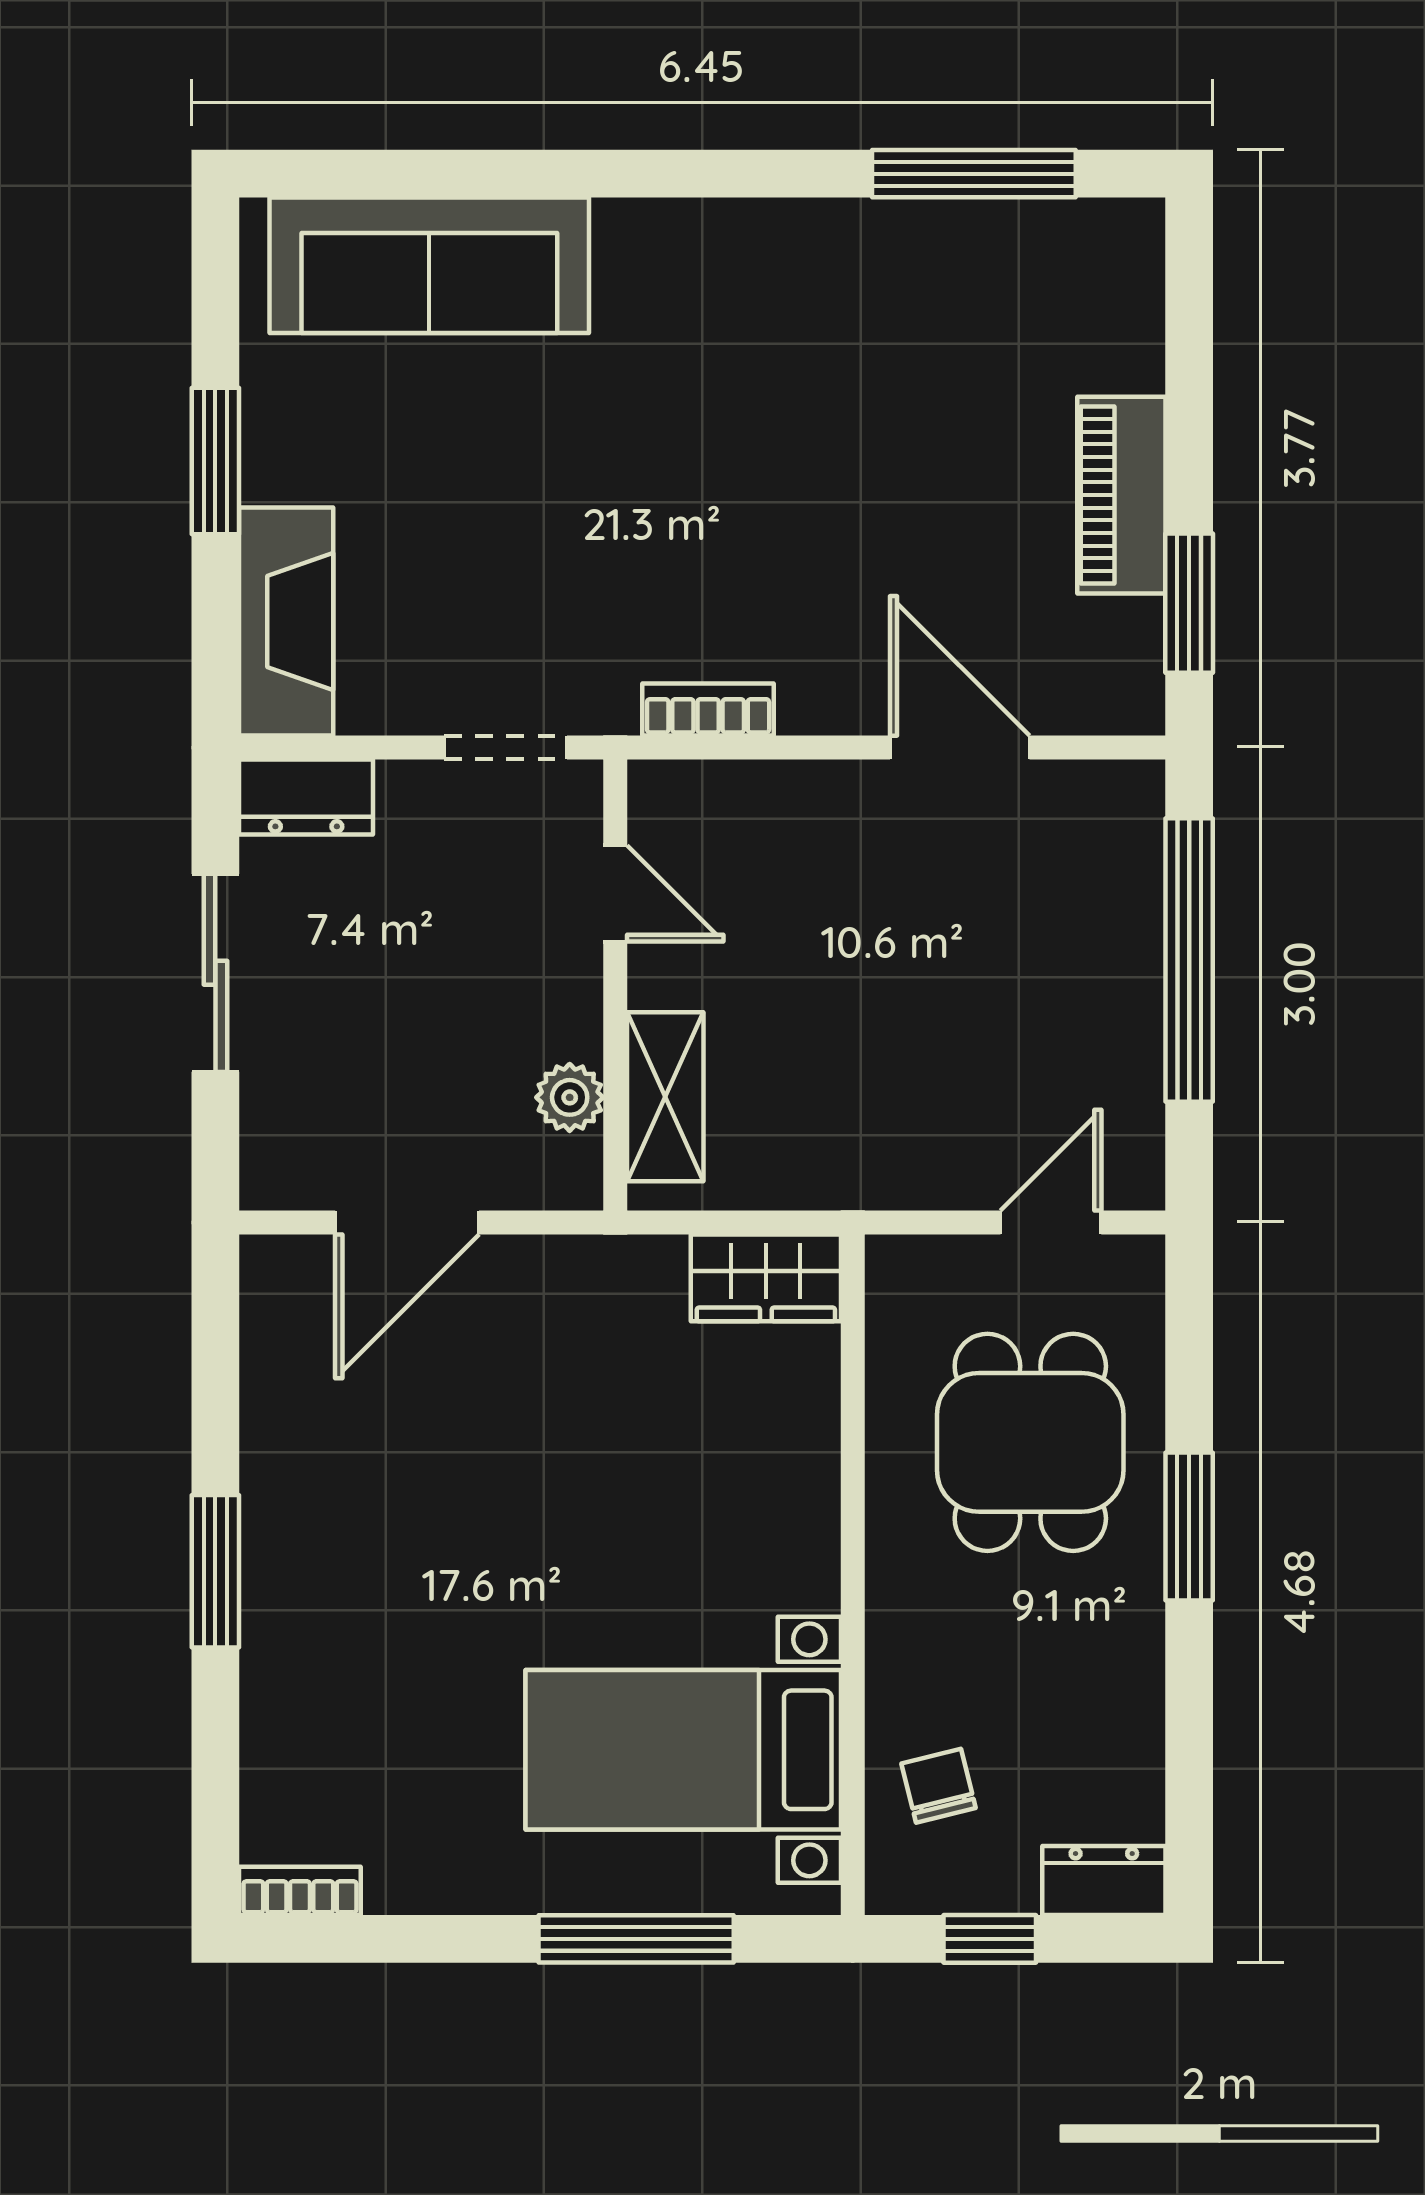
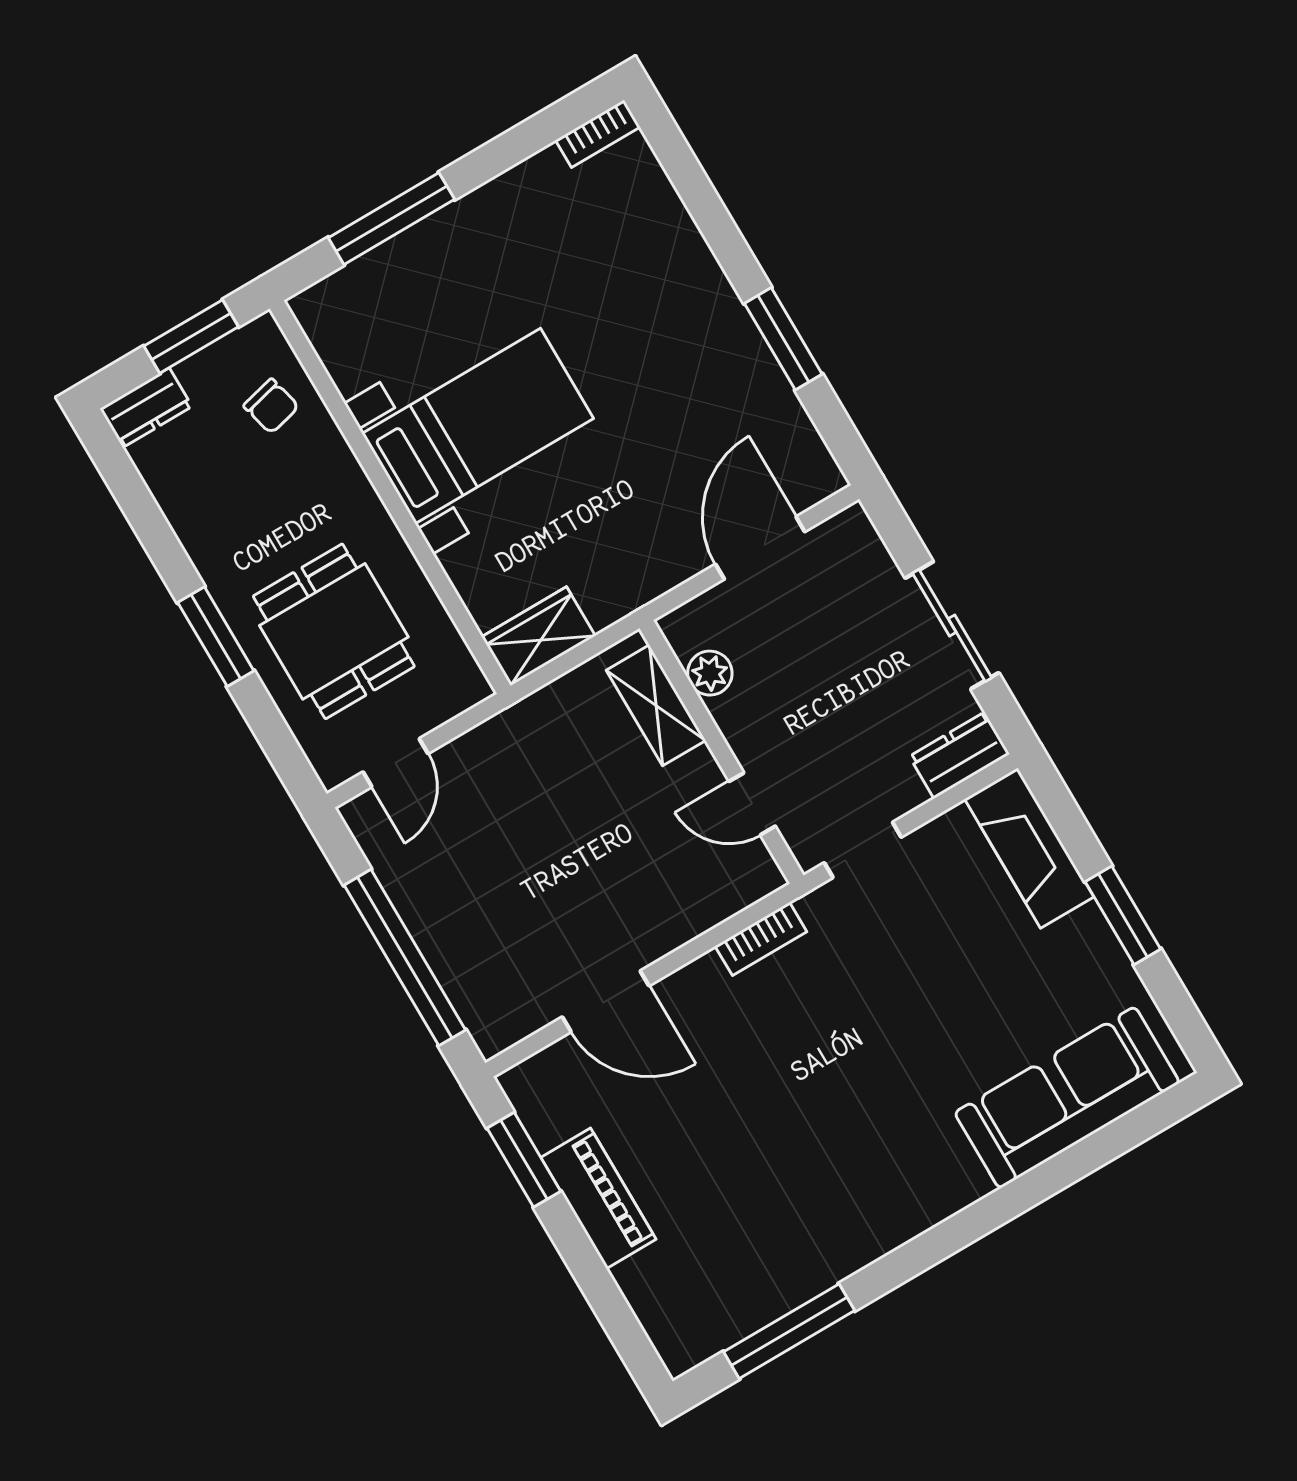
window: (215, 1571) -> (783, 339), moved
bed with nightstands: (683, 1750) -> (478, 426), moved
window: (990, 1939) -> (191, 336), width x1.50

